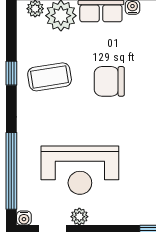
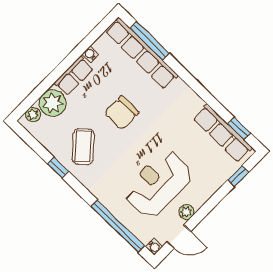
coffee table: (50, 77) -> (83, 147), turned -33
reception desk: (80, 170) -> (158, 184), turned 180

